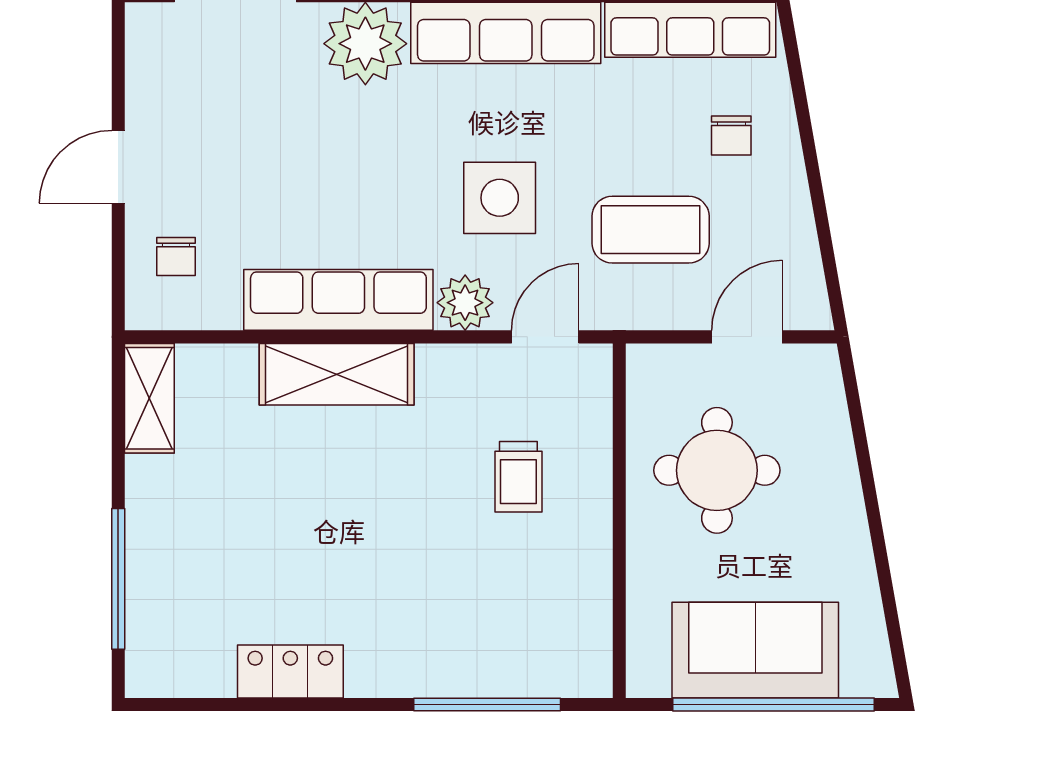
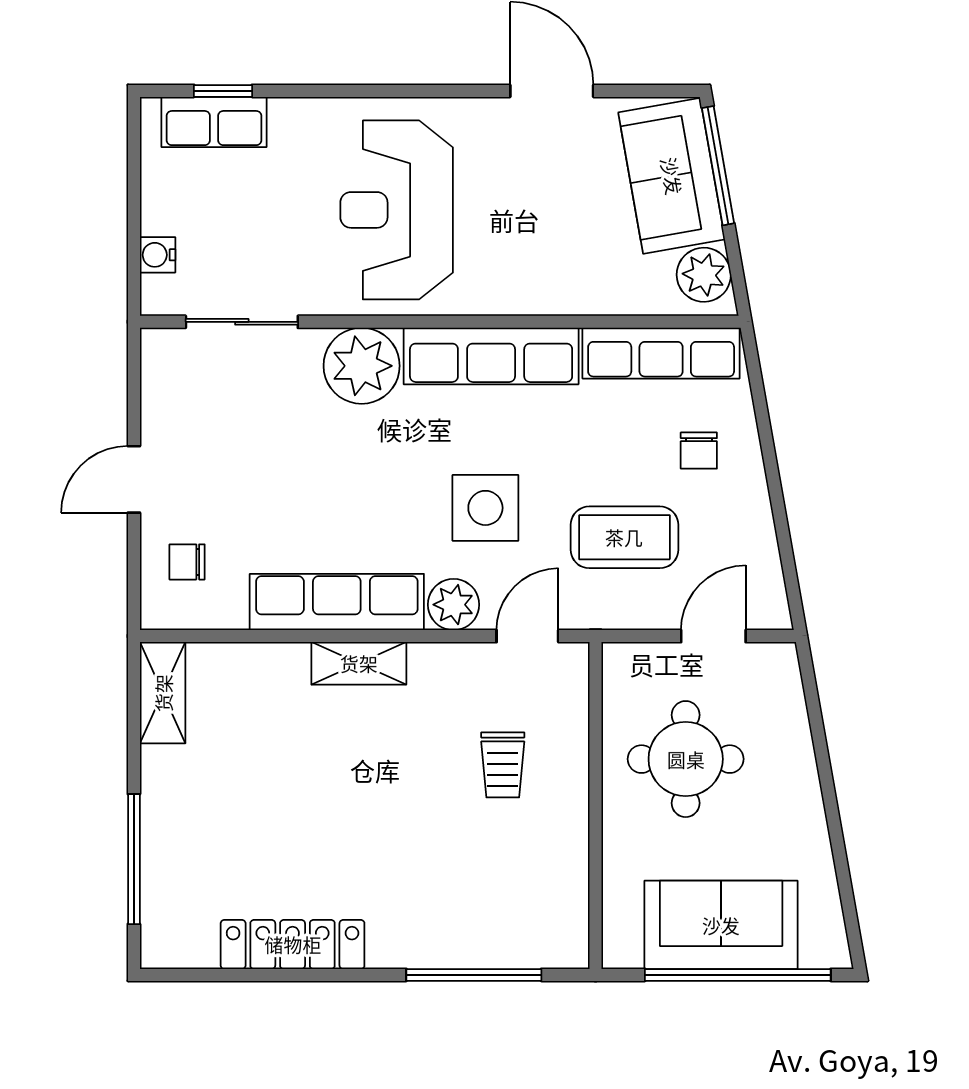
chair: (176, 256) -> (187, 562), turned 90
shelving: (337, 374) -> (359, 663), width x0.67, depth x0.75
locker: (290, 671) -> (293, 944), width x1.53

